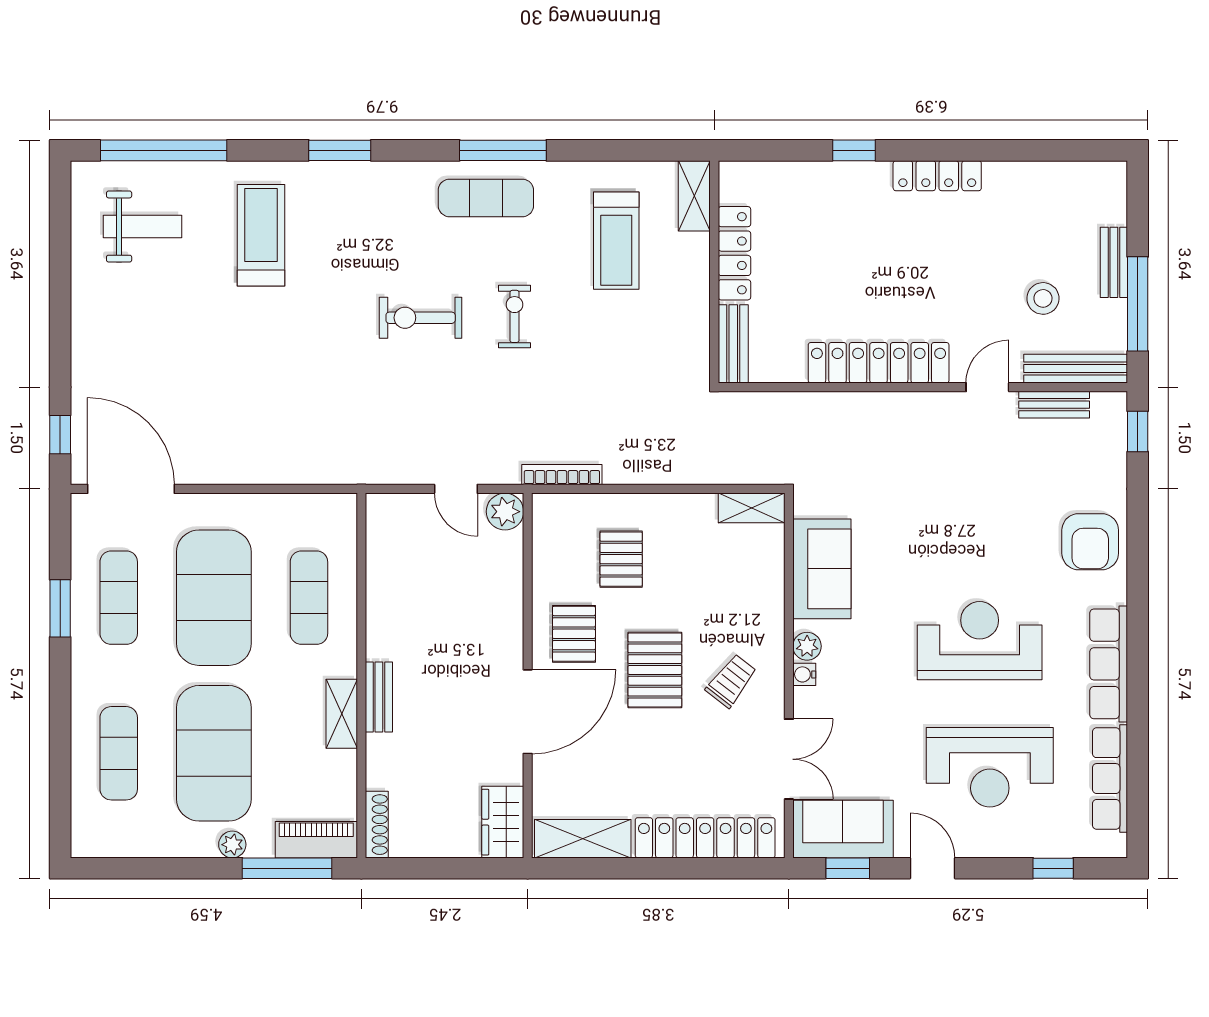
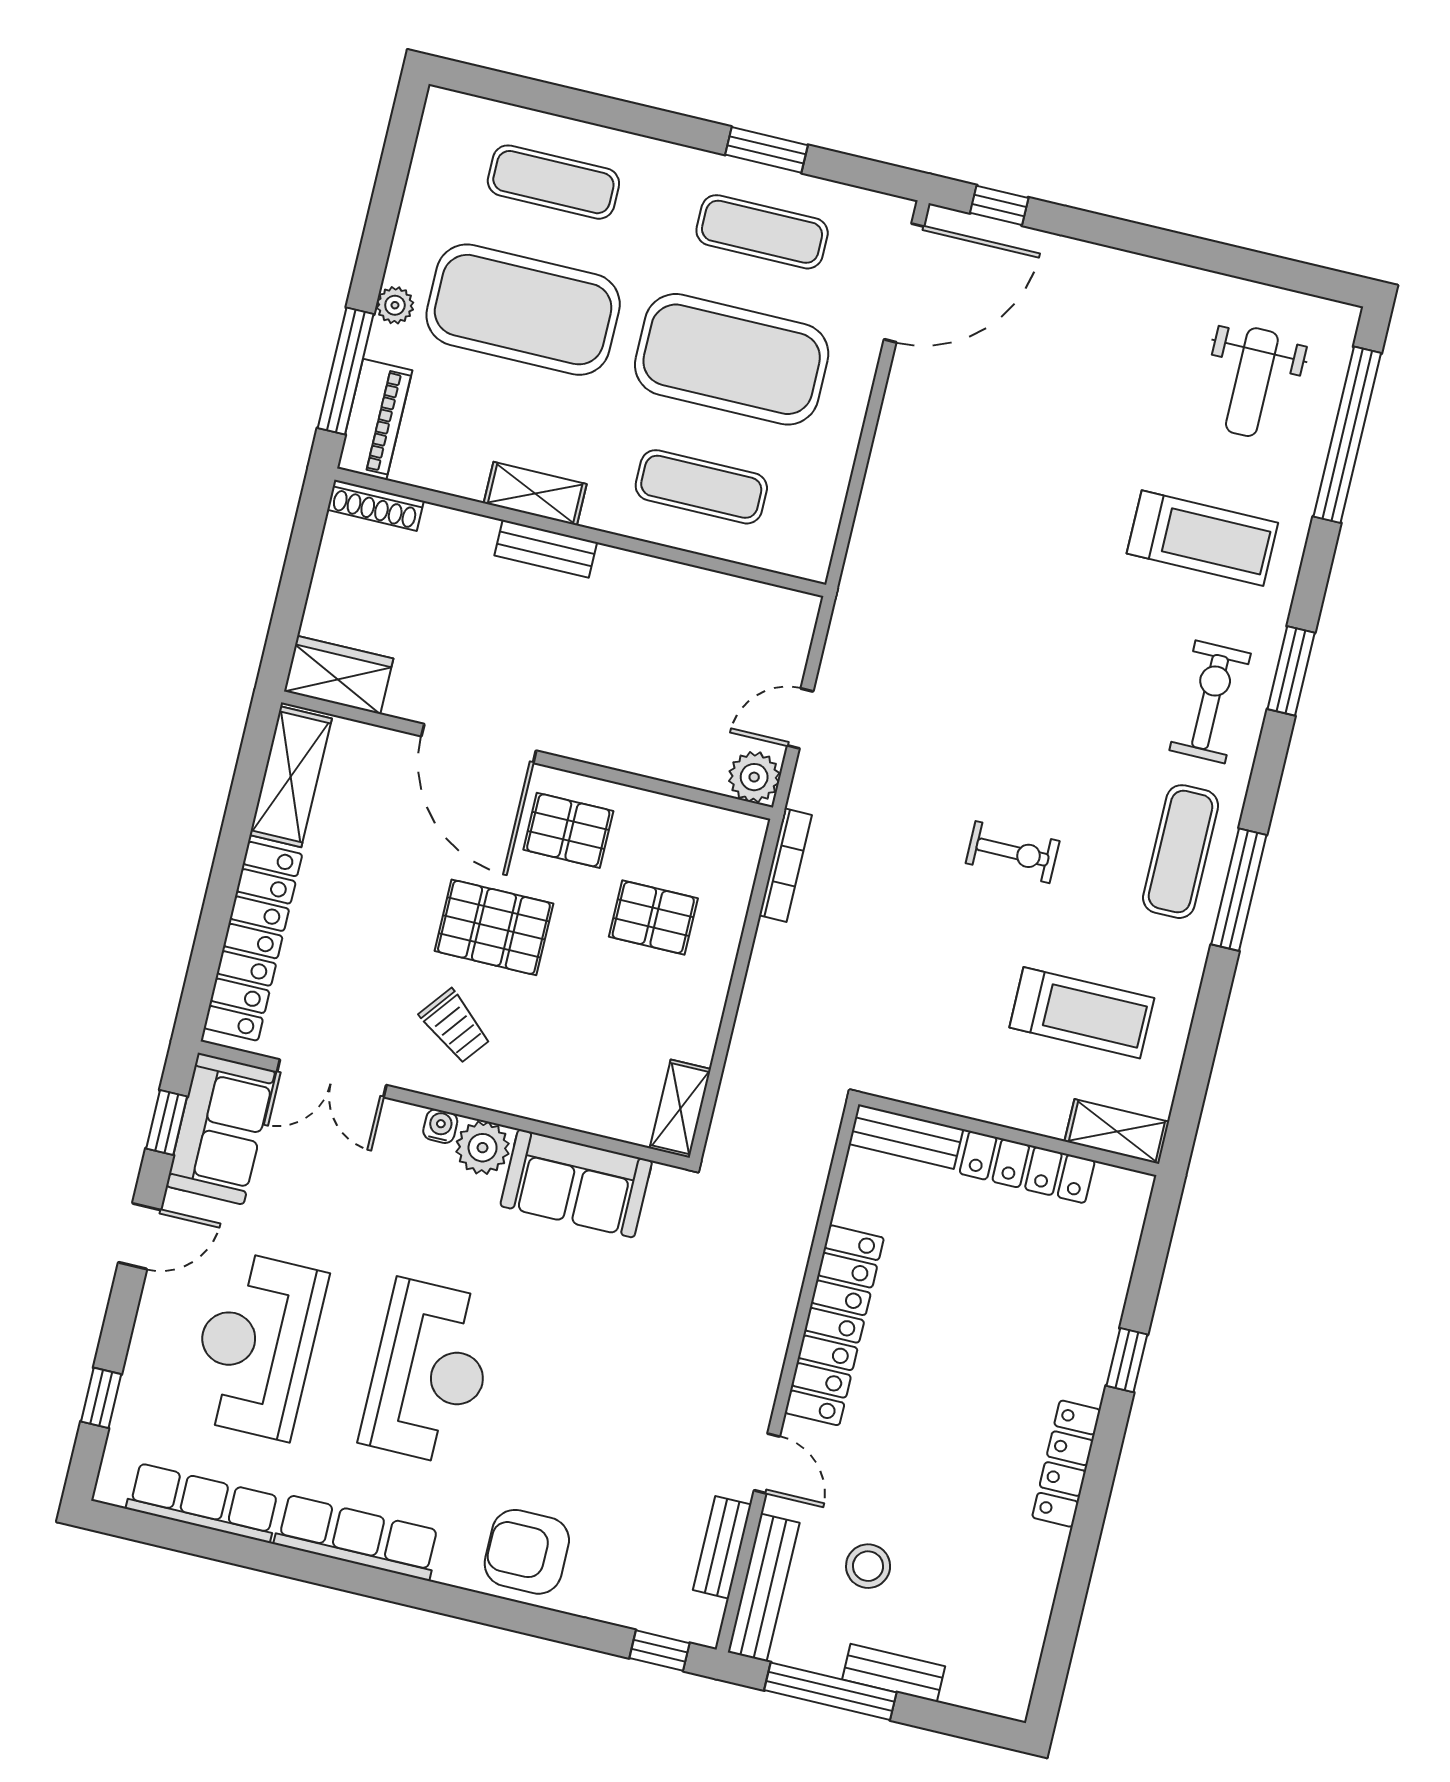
treadmill: (616, 241) -> (1082, 1013), turned 180
exercise bike: (421, 318) -> (1210, 702), moved
plant: (807, 646) -> (483, 1148), width x1.38, depth x1.38

